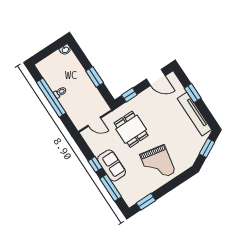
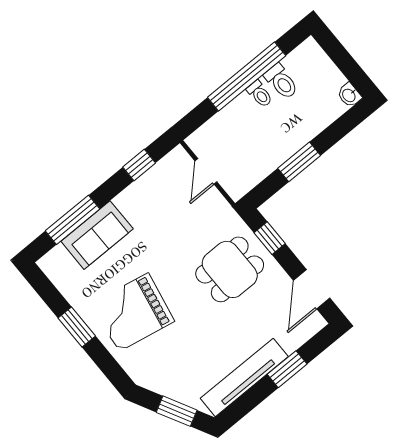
toilet: (55, 81) -> (281, 82), added
dining table: (131, 129) -> (230, 269), moved
window: (95, 164) -> (139, 165), moved
sofa: (112, 165) -> (97, 235), moved
window: (146, 202) -> (77, 327), moved

